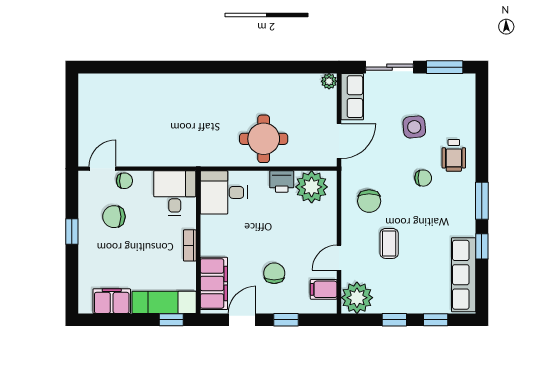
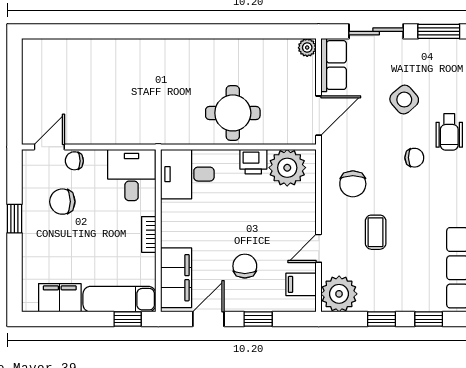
side table: (414, 127) -> (404, 100), turned -35
chair: (124, 181) -> (74, 161), turned 180

